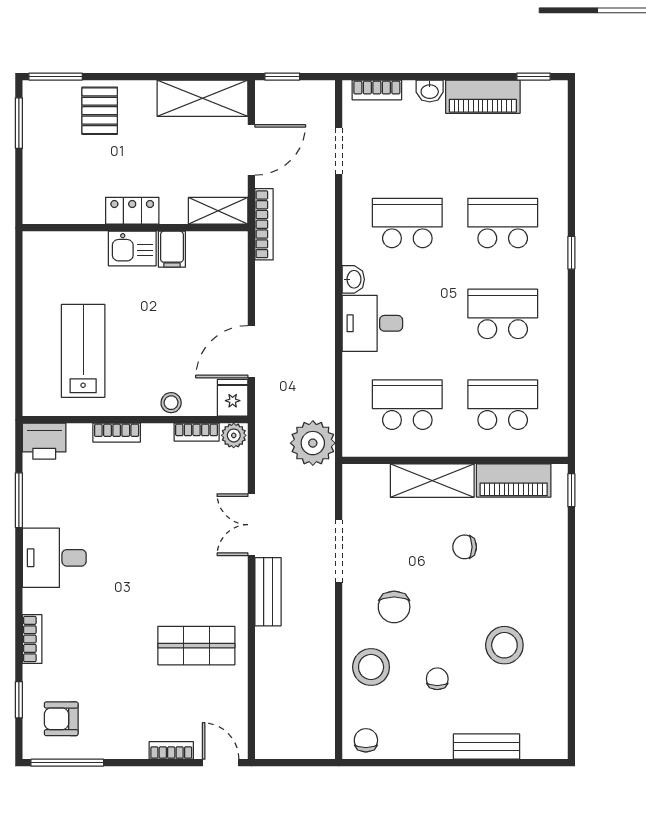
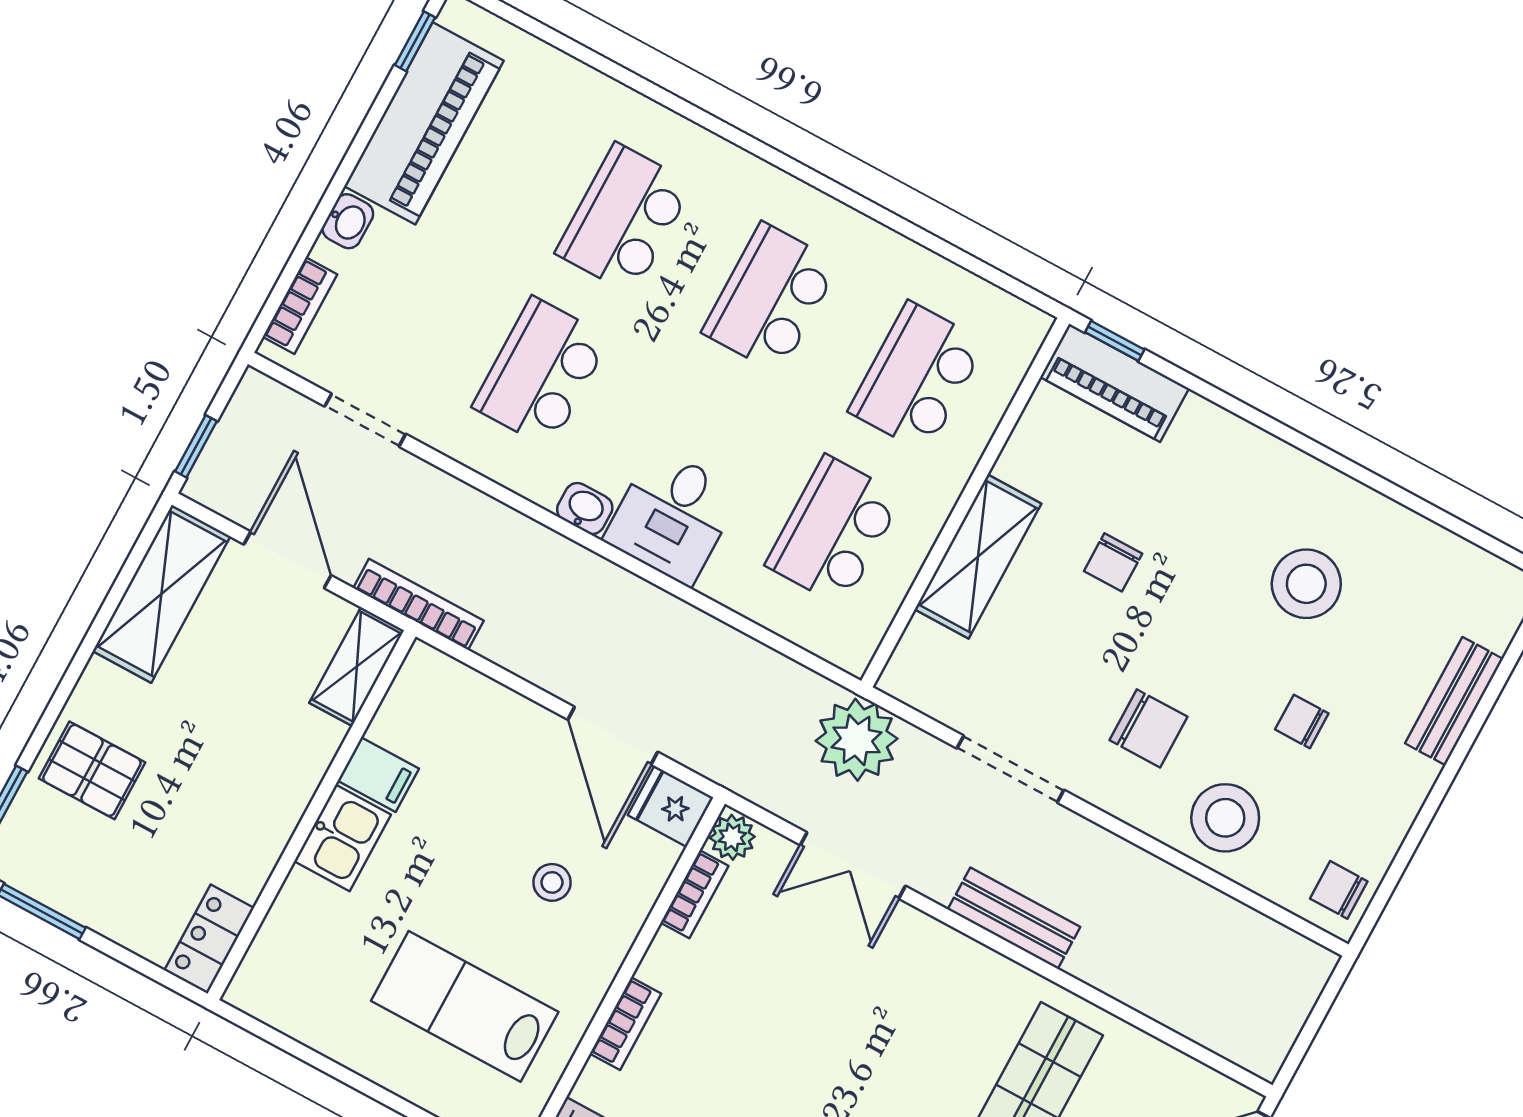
piano: (483, 97) -> (424, 123), width x1.37, depth x1.33
locker: (132, 211) -> (209, 939), moved
window: (571, 253) -> (732, 134), removed
stool: (171, 403) -> (552, 882), moved
plant: (313, 443) -> (857, 740), moved
piano: (514, 480) -> (1115, 383), moved, turned 90
double door: (251, 525) -> (853, 866), moved

